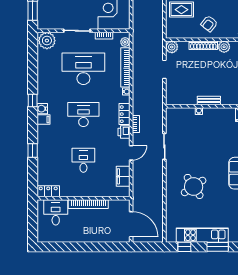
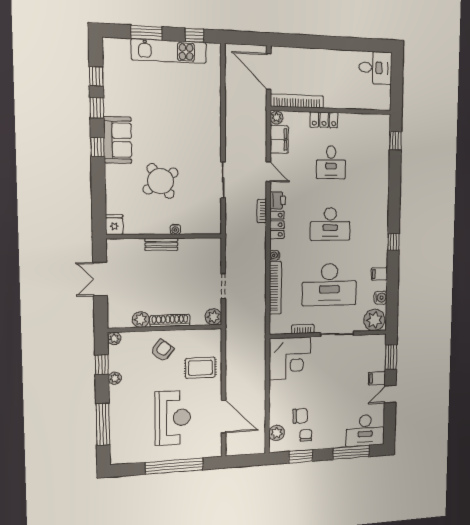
plant: (125, 42) -> (277, 118), moved
water cooler: (42, 109) -> (381, 298), moved
filing cabinet: (44, 120) -> (379, 274), moved
window: (33, 151) -> (396, 141), moved
door: (131, 153) -> (268, 172), swing flipped
round table: (194, 186) -> (161, 181), moved
locker: (48, 191) -> (324, 120), moved
bookcase: (88, 204) -> (297, 101), moved
desk: (56, 212) -> (375, 68), moved, turned -90

